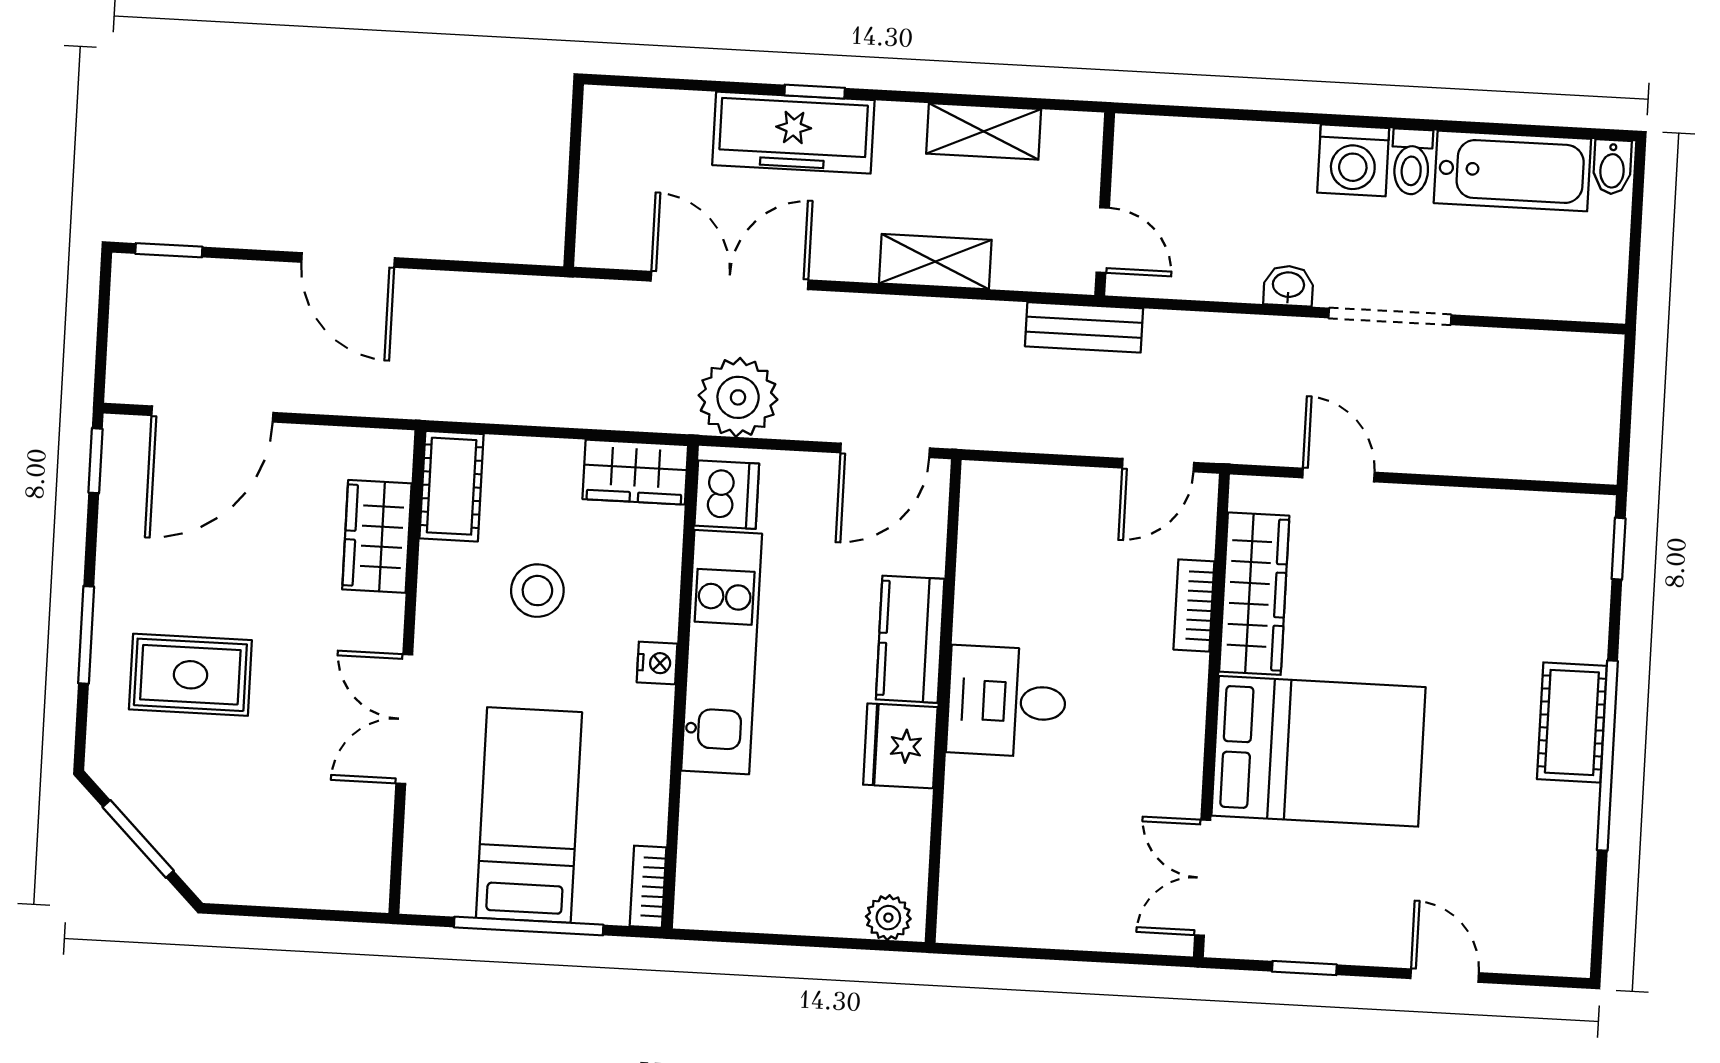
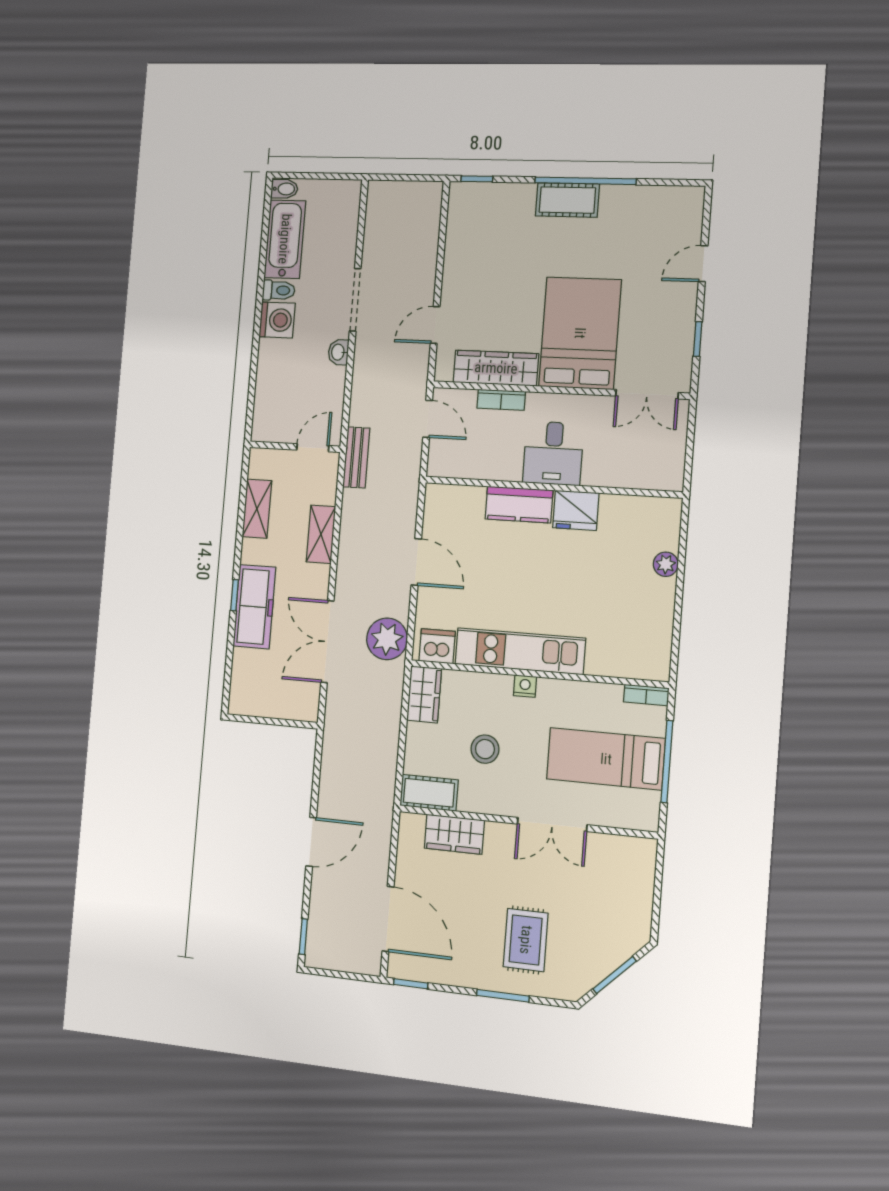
kitchen counter: (910, 639) -> (519, 505), moved
wall: (943, 701) -> (552, 487), moved
desk: (1007, 702) -> (553, 453), moved
fridge: (900, 746) -> (576, 510), moved

